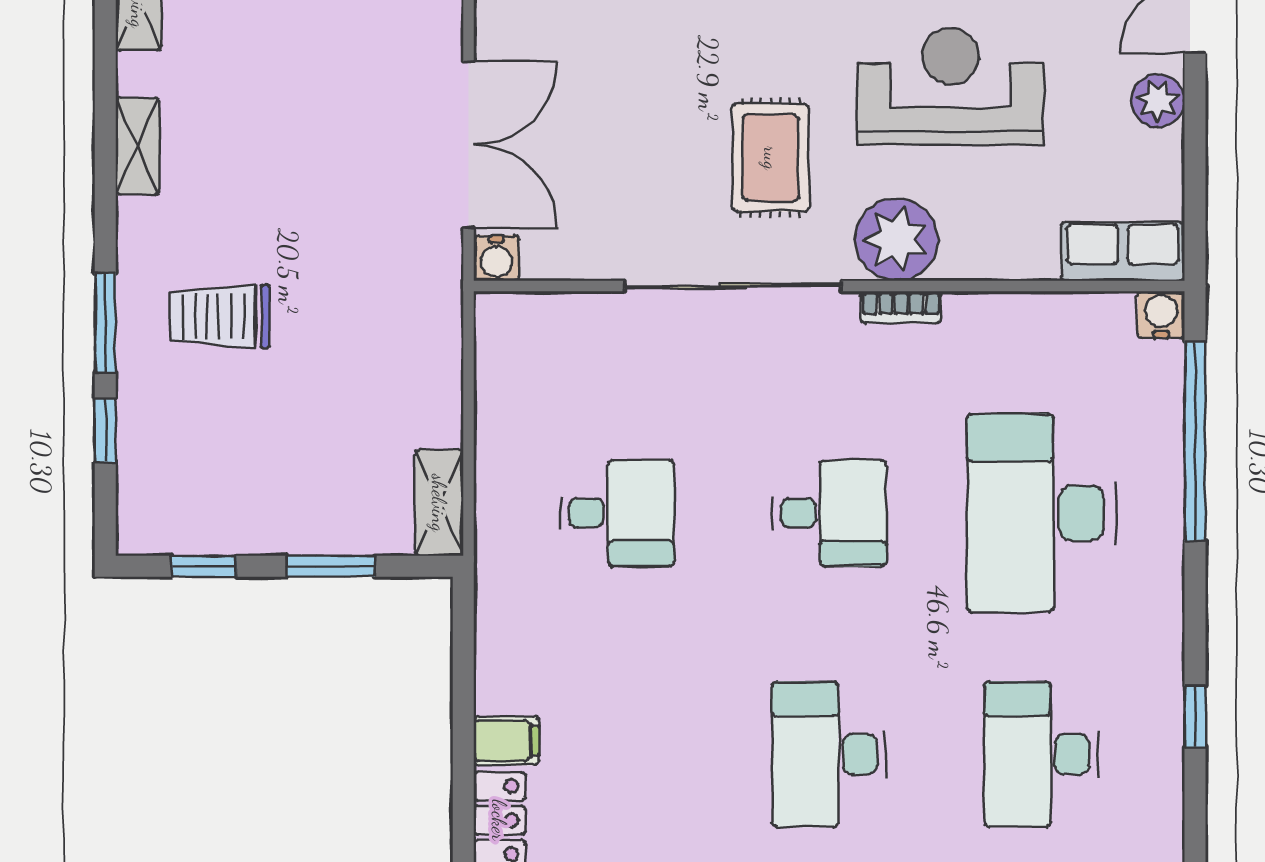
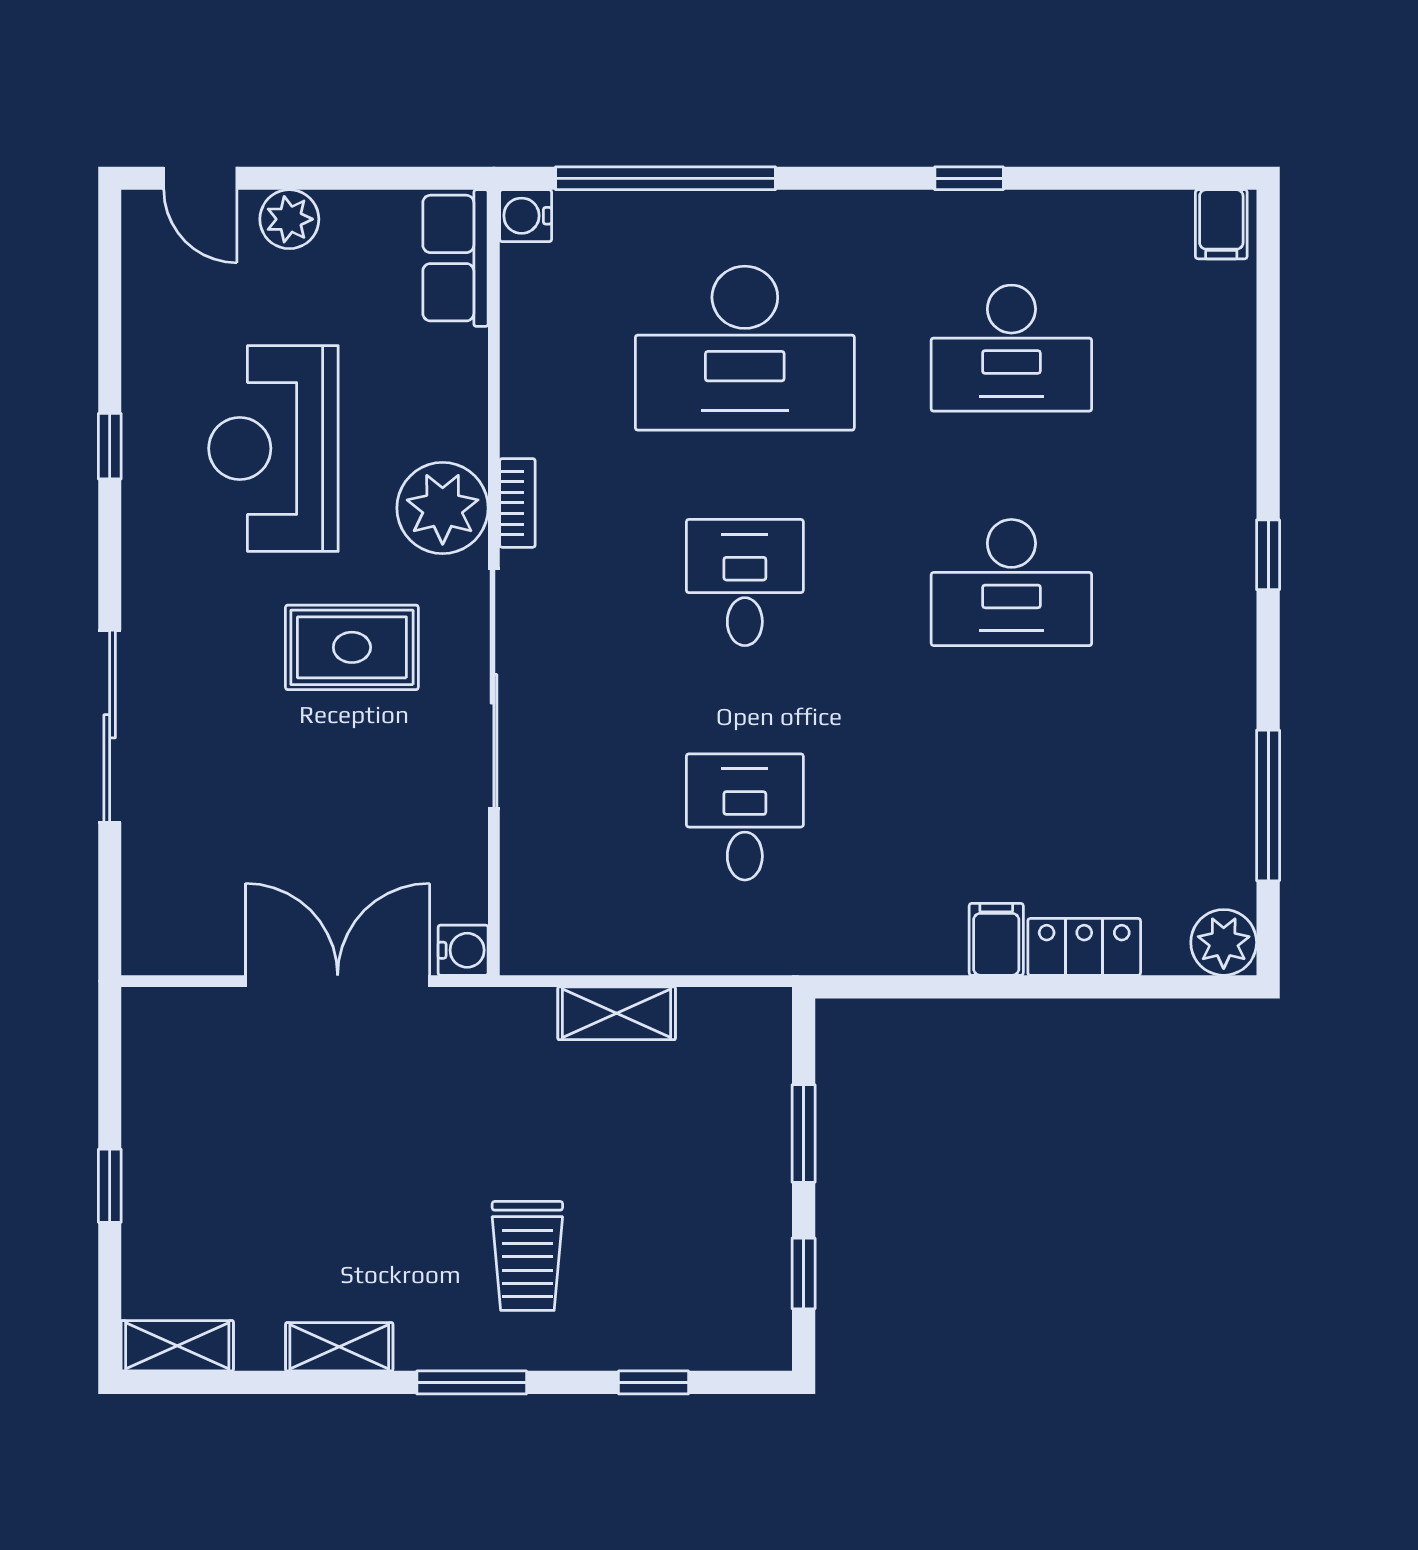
window: (105, 323) -> (472, 1382), moved
shelving: (439, 503) -> (617, 1013), moved

